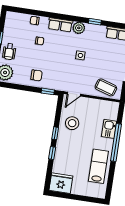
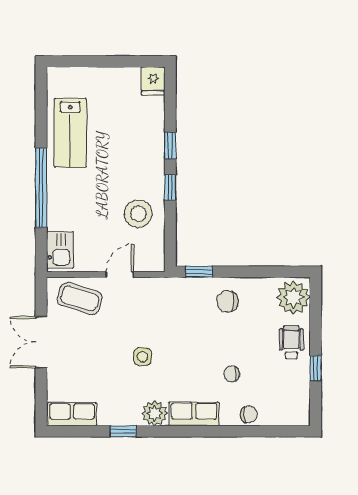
door: (74, 94) -> (120, 275), moved
kitchen sink: (109, 129) -> (60, 250), moved
fridge: (61, 183) -> (153, 81), width x0.53, depth x0.75

